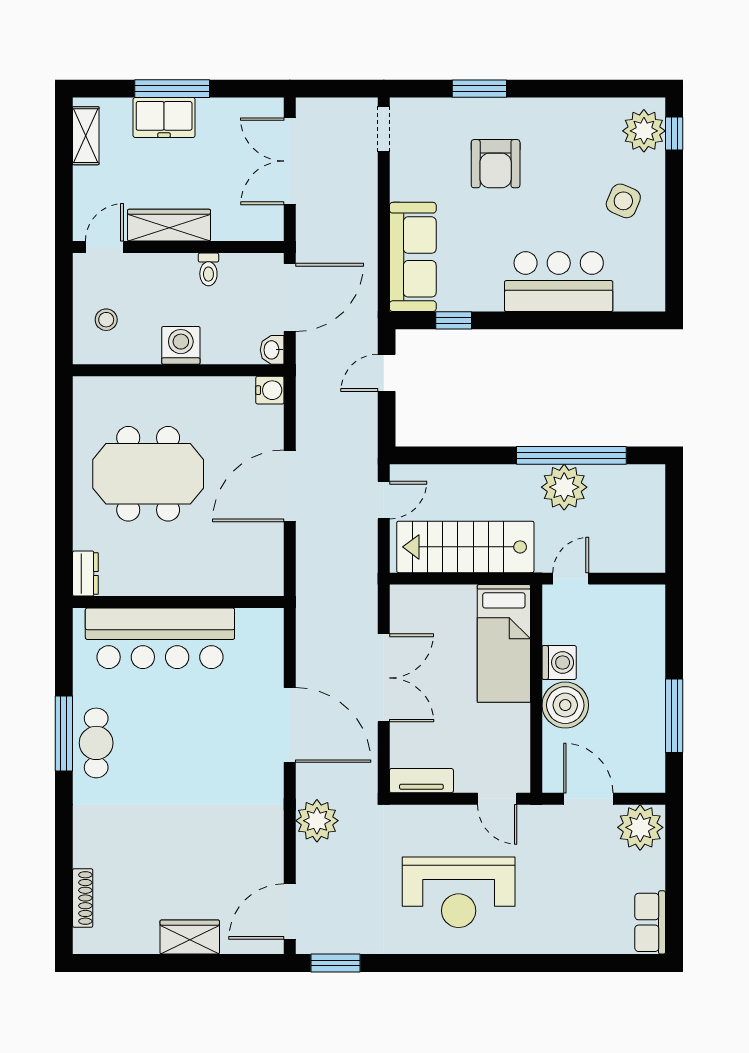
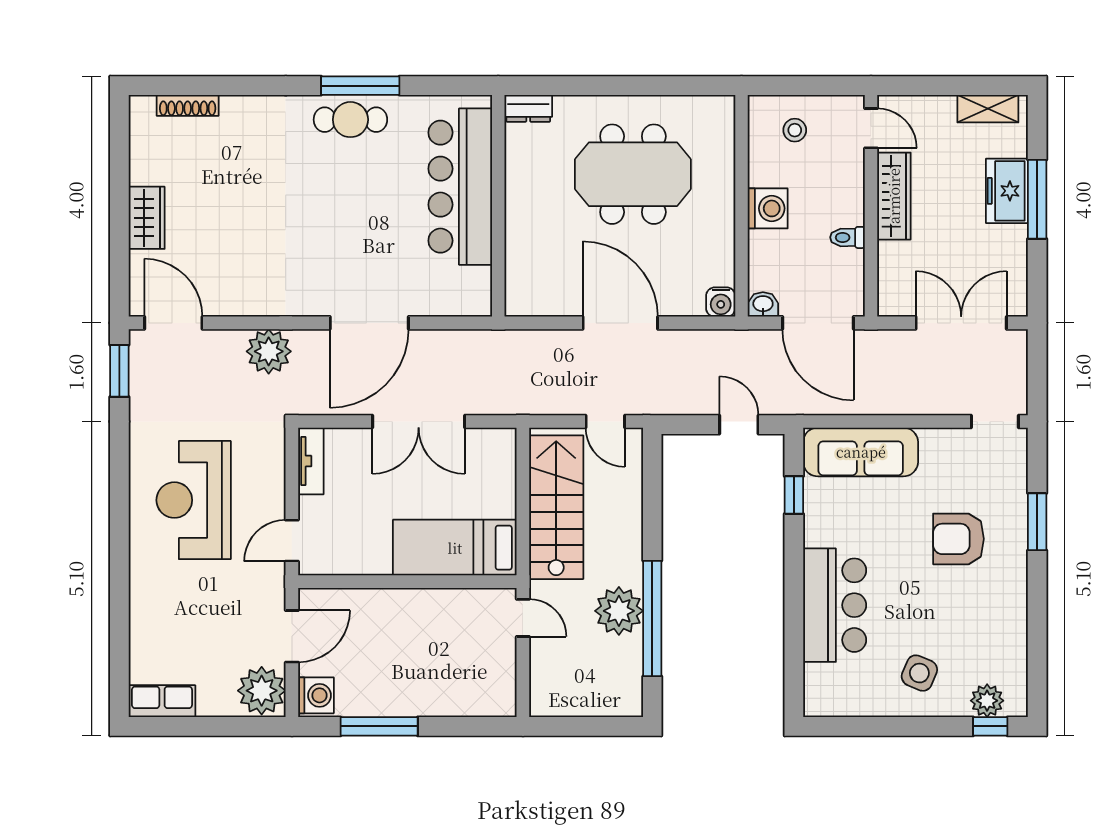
plant: (644, 131) -> (987, 701), width x0.73, depth x0.73
meeting table: (148, 474) -> (633, 174), turned 90
washing machine: (559, 662) -> (316, 695), moved, turned -90
boiler: (565, 705) -> (390, 612), removed

